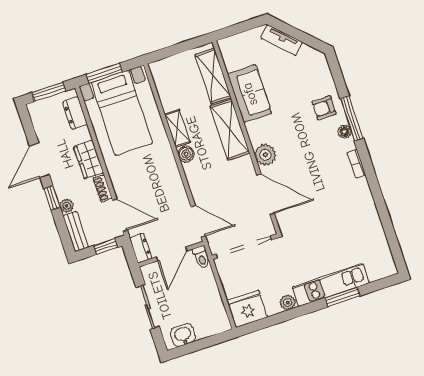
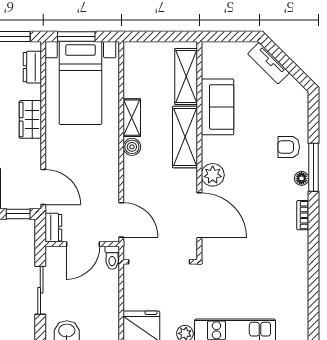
shoe rack: (103, 188) -> (35, 154), removed

